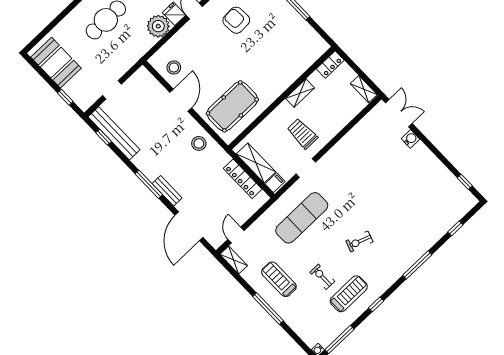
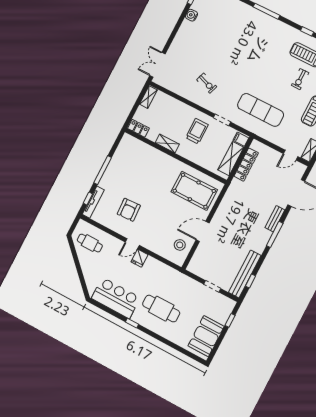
plant: (158, 26) -> (153, 267), removed
trolley: (302, 134) -> (197, 131), turned 180
water cooler: (411, 139) -> (192, 15), moved
stool: (199, 143) -> (231, 207), removed
exercise bike: (359, 241) -> (207, 83), moved

